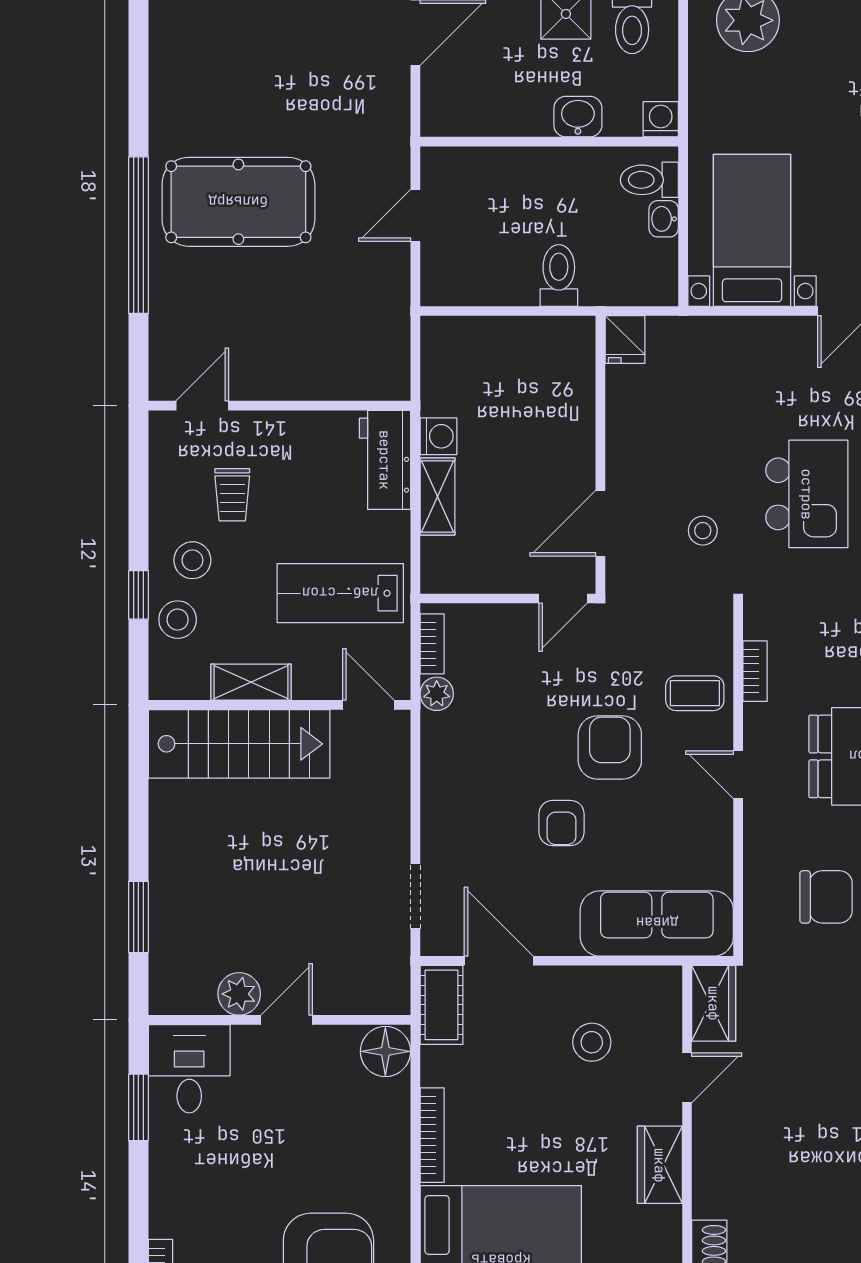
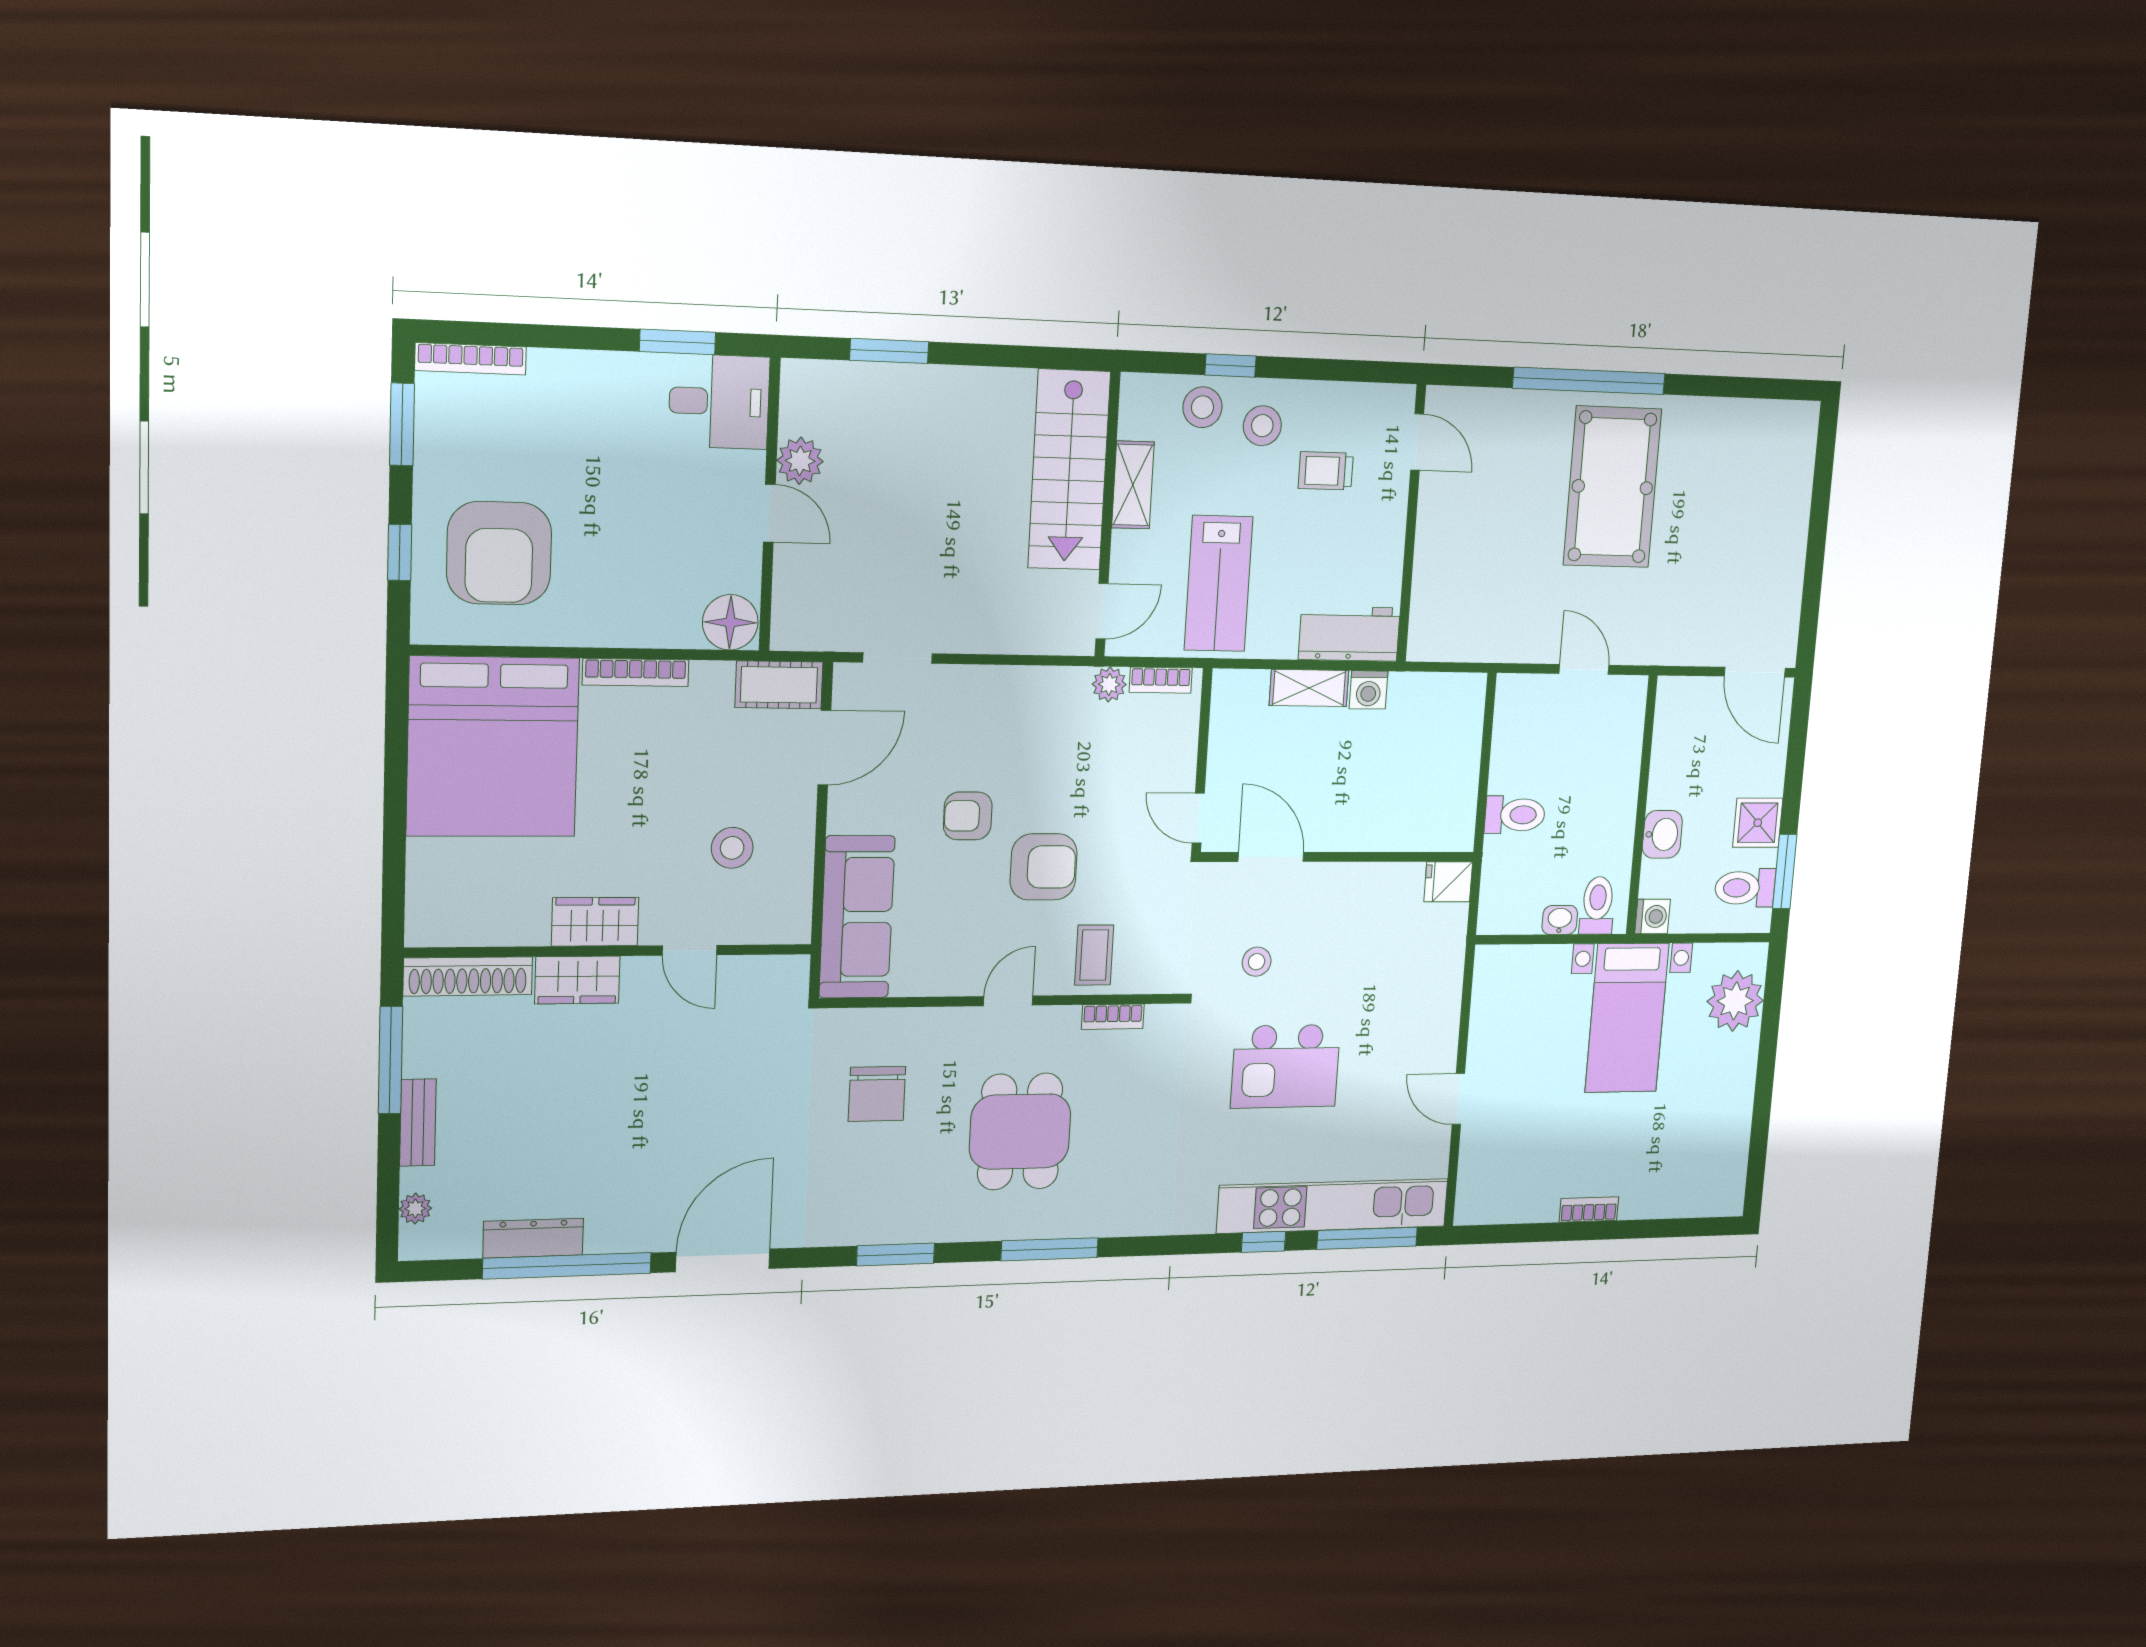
bed with nightstands: (752, 230) -> (1627, 1018), moved, turned 90
lab bench: (340, 593) -> (1218, 584), turned 180
wardrobe: (714, 1003) -> (577, 980), moved

